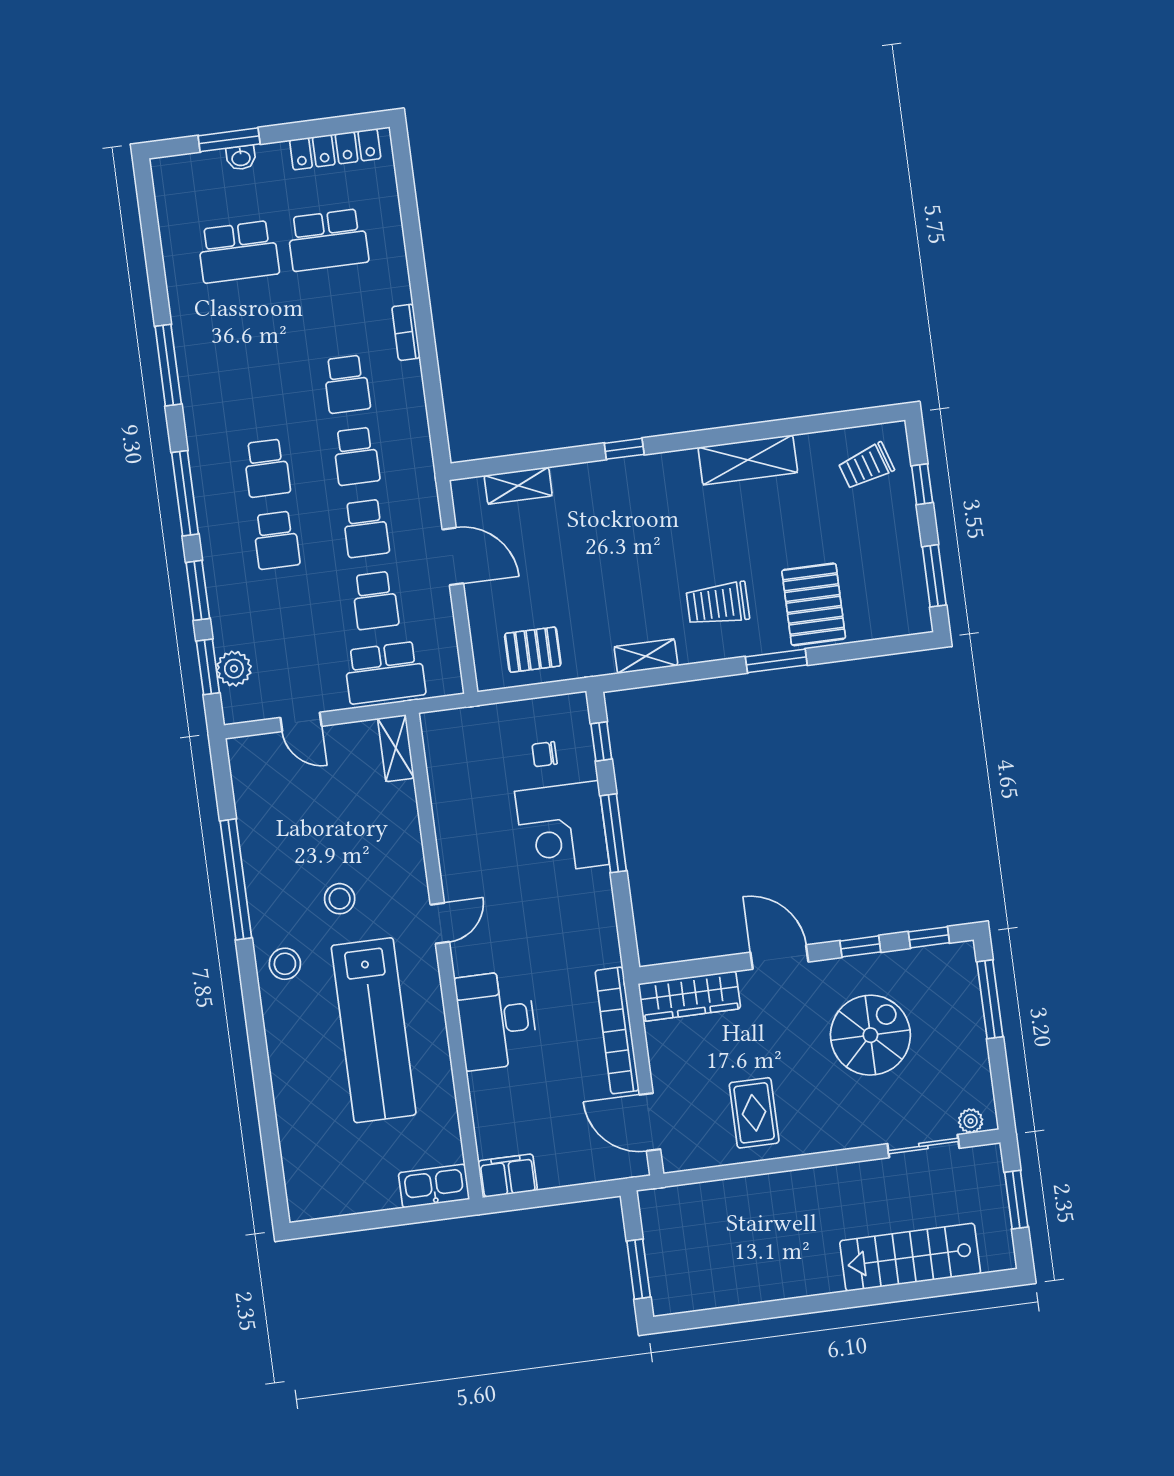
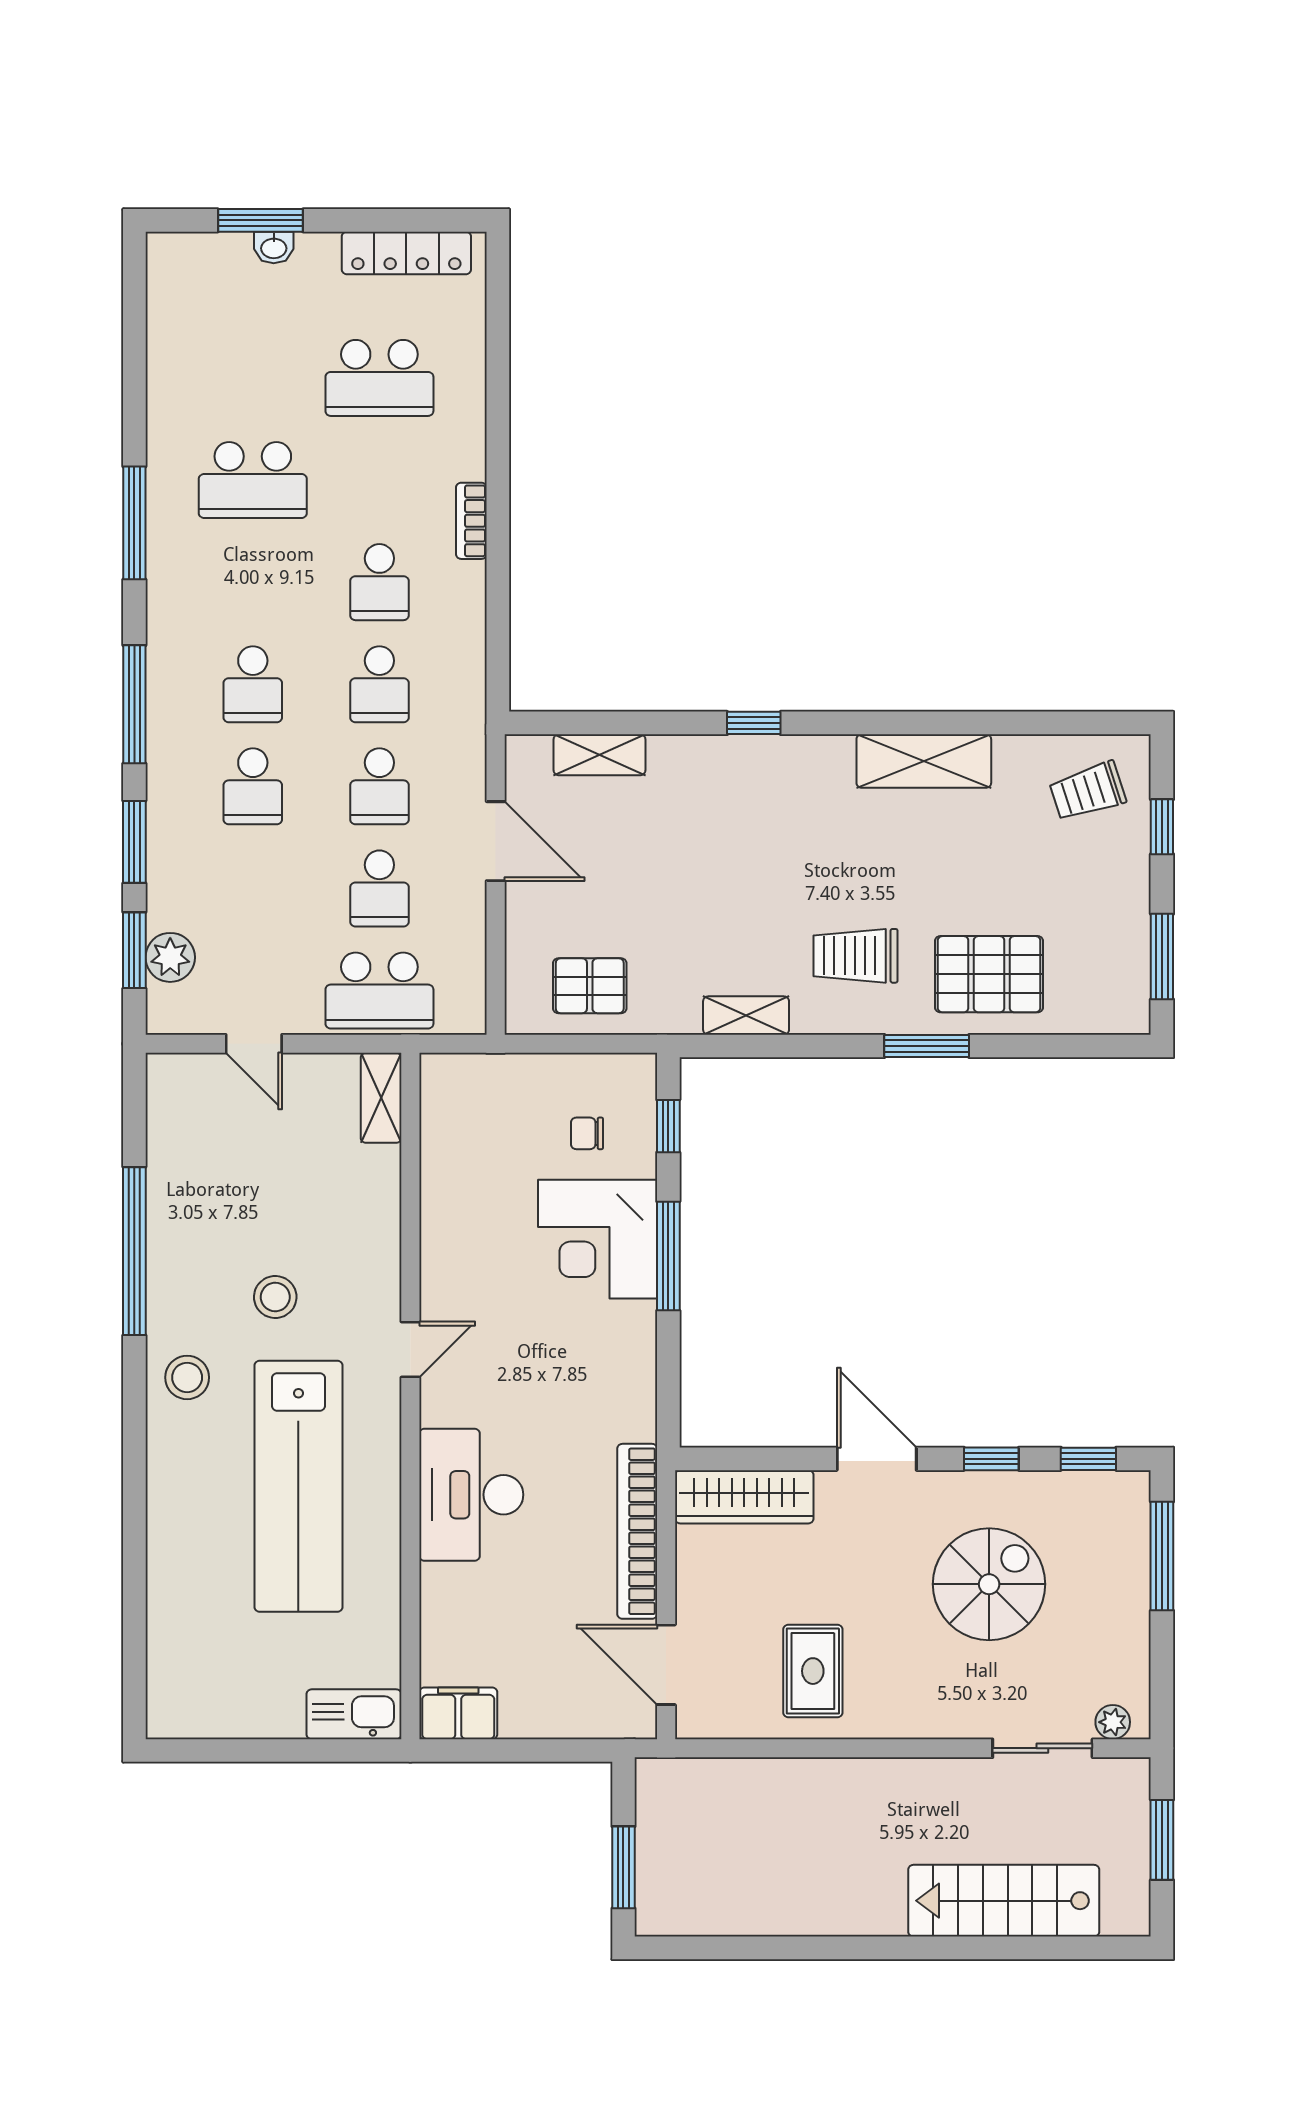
school desk: (238, 252) -> (253, 480), moved
pallet: (814, 604) -> (989, 974), turned 90

